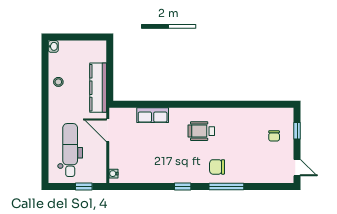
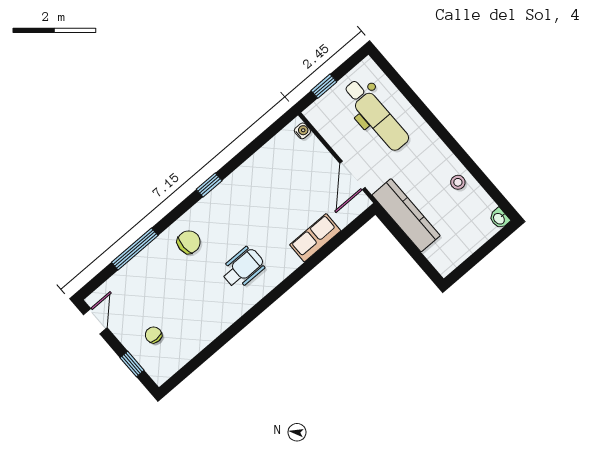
door: (108, 130) -> (352, 175), swing flipped
door: (297, 168) -> (95, 321), swing flipped
window: (226, 187) -> (135, 249), moved

